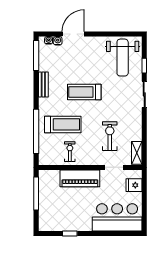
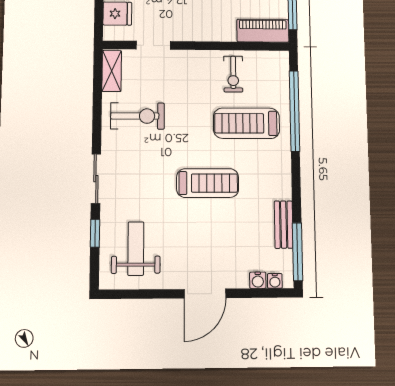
door: (73, 34) -> (205, 294), moved
weight bench: (123, 58) -> (136, 249), width x0.73, depth x0.75
bench: (43, 85) -> (284, 225), moved
exercise bike: (110, 136) -> (137, 116), moved, turned -90
piano: (80, 178) -> (263, 31), moved, width x0.73, depth x0.75

